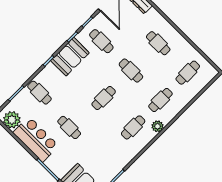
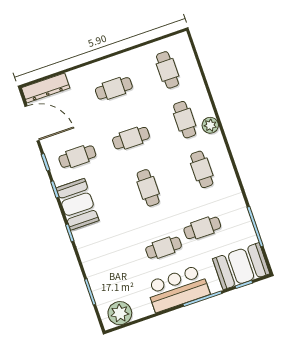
cafe table: (39, 93) -> (202, 228), moved
plant: (158, 126) -> (210, 125), moved
bar counter: (36, 139) -> (178, 289), moved

